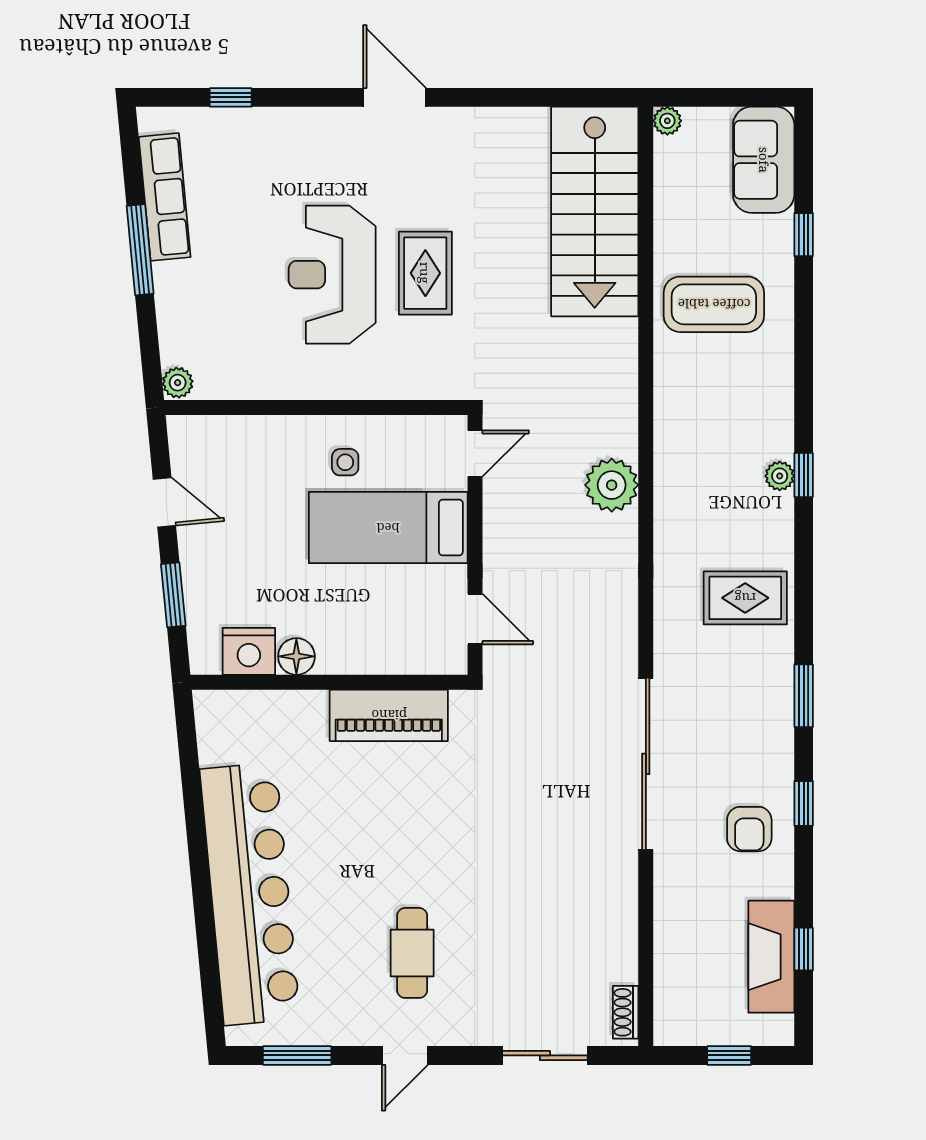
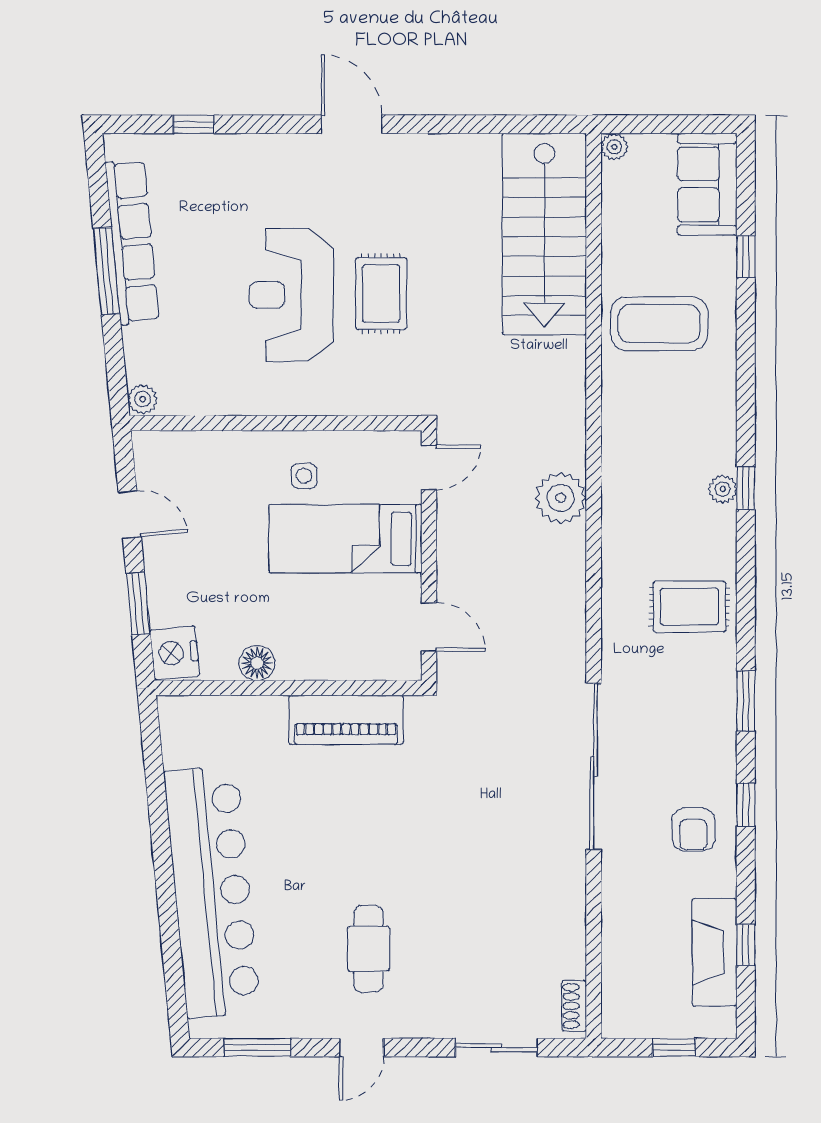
row of seats: (165, 197) -> (132, 242), width x1.36
nightstand: (249, 651) -> (175, 653), moved, turned 85

